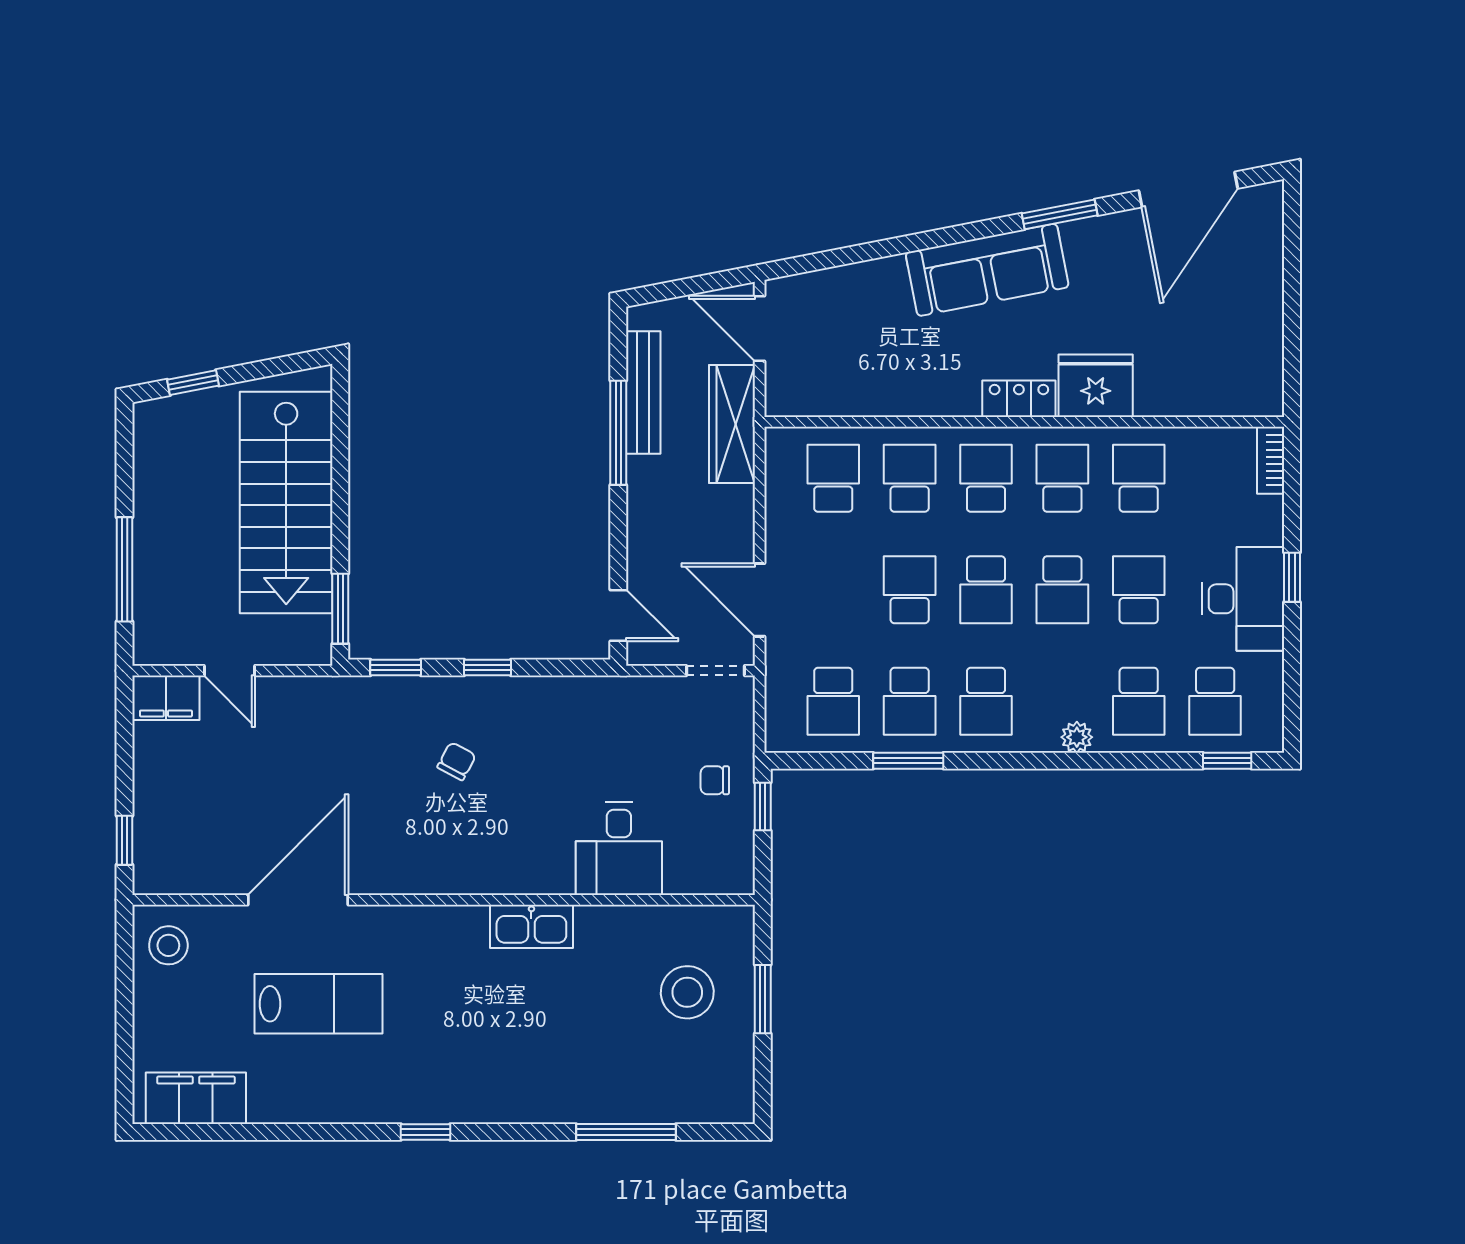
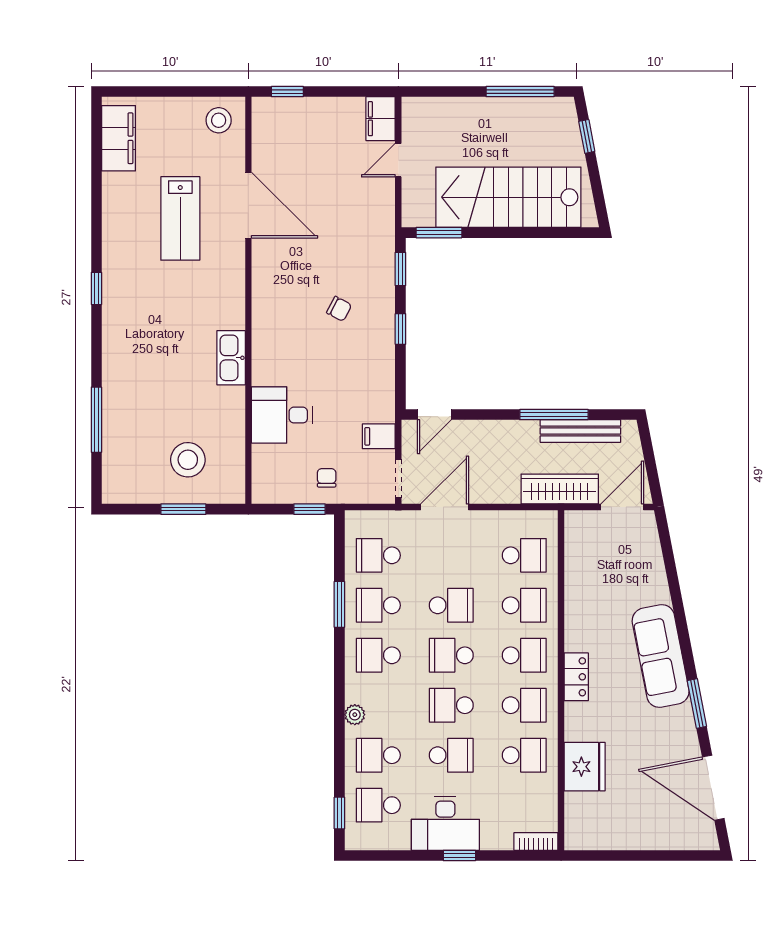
fridge: (1096, 386) -> (585, 767), moved
window: (125, 569) -> (520, 92), moved
filing cabinet: (651, 701) -> (379, 436), added

